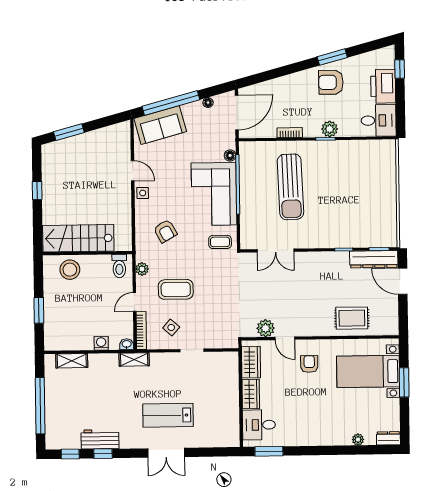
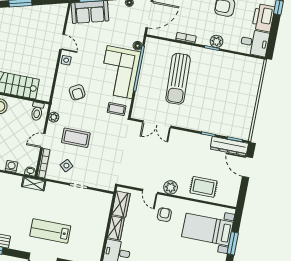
plant: (266, 328) -> (171, 187), moved

